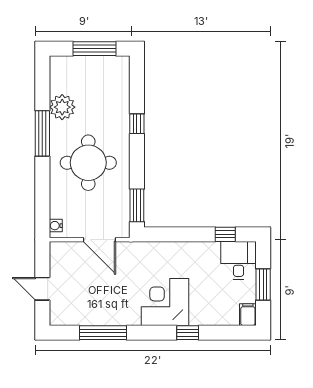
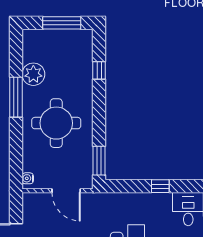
window: (137, 124) -> (99, 70), moved
window: (225, 234) -> (160, 186), moved

